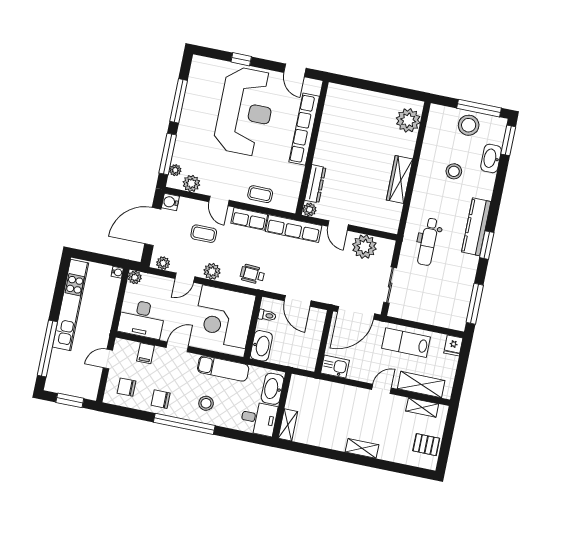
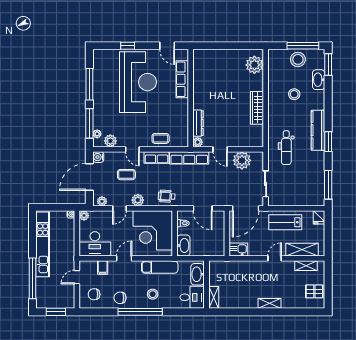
row of seats: (304, 129) -> (182, 79), width x0.73

